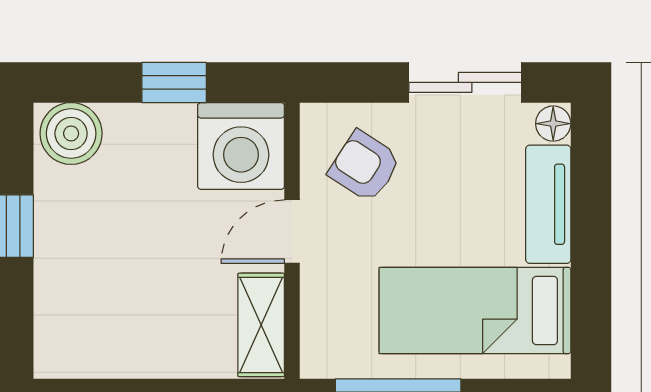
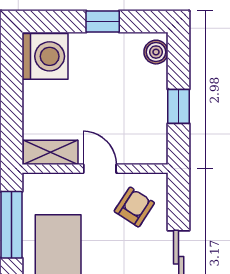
boiler: (71, 133) -> (156, 52), width x0.73, depth x0.73
washing machine: (241, 146) -> (45, 56), moved, turned 180

